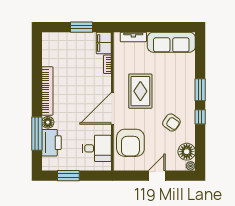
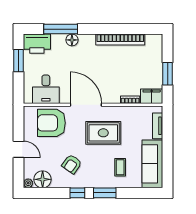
coffee table: (175, 74) -> (120, 167), added
bookcase: (47, 91) -> (120, 40), moved
printer: (51, 143) -> (37, 44), moved

